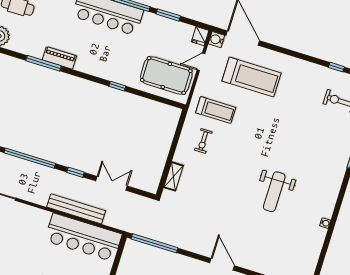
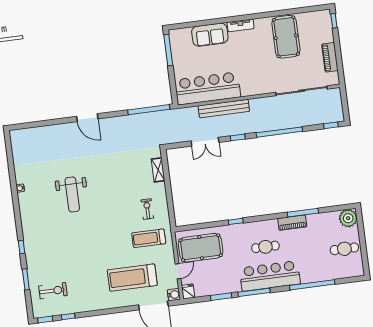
cafe table: (99, 46) -> (265, 247), added
weight bench: (274, 192) -> (72, 194), turned 180

